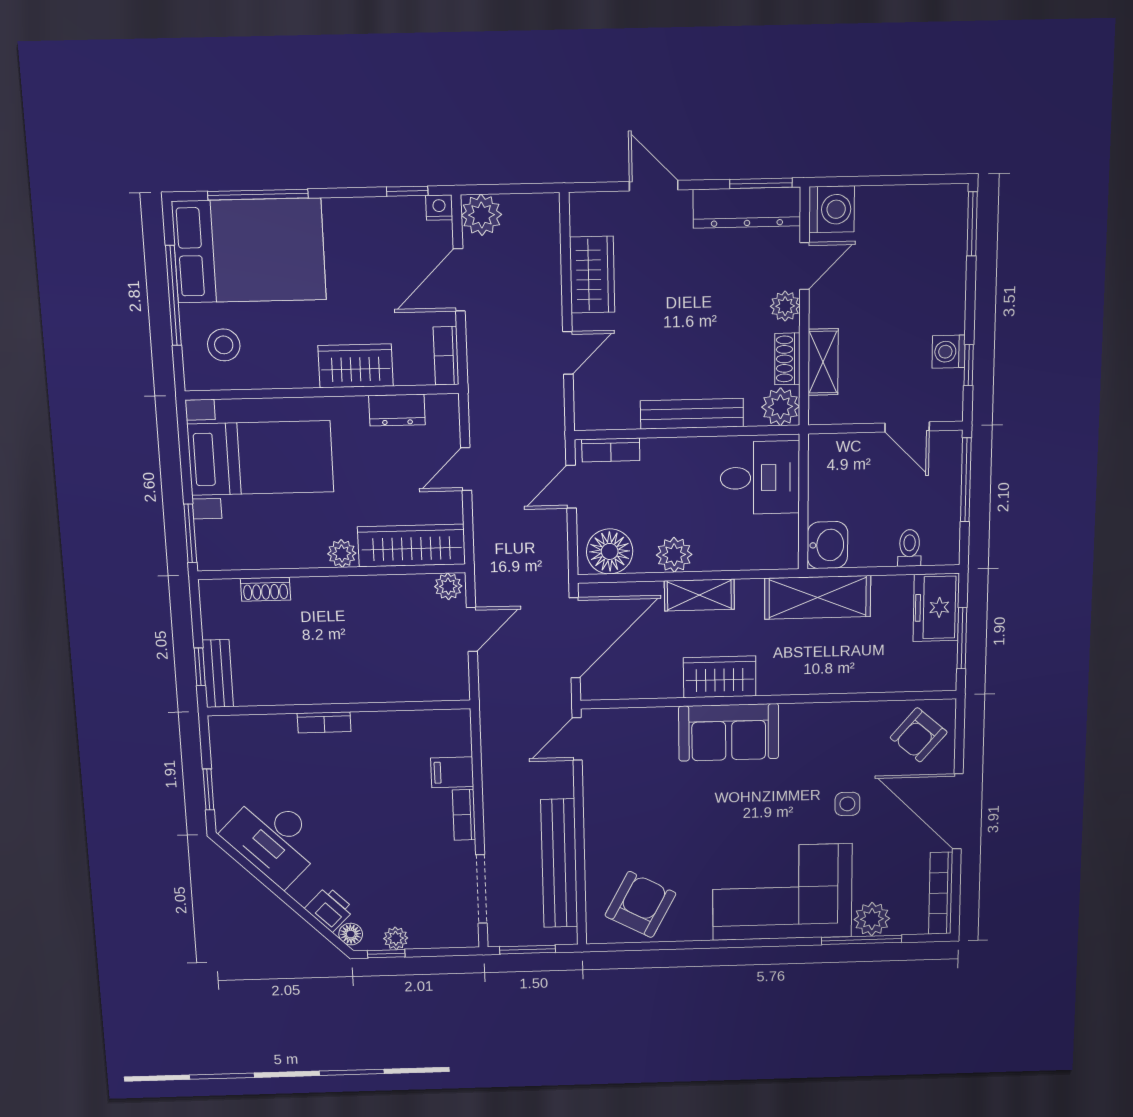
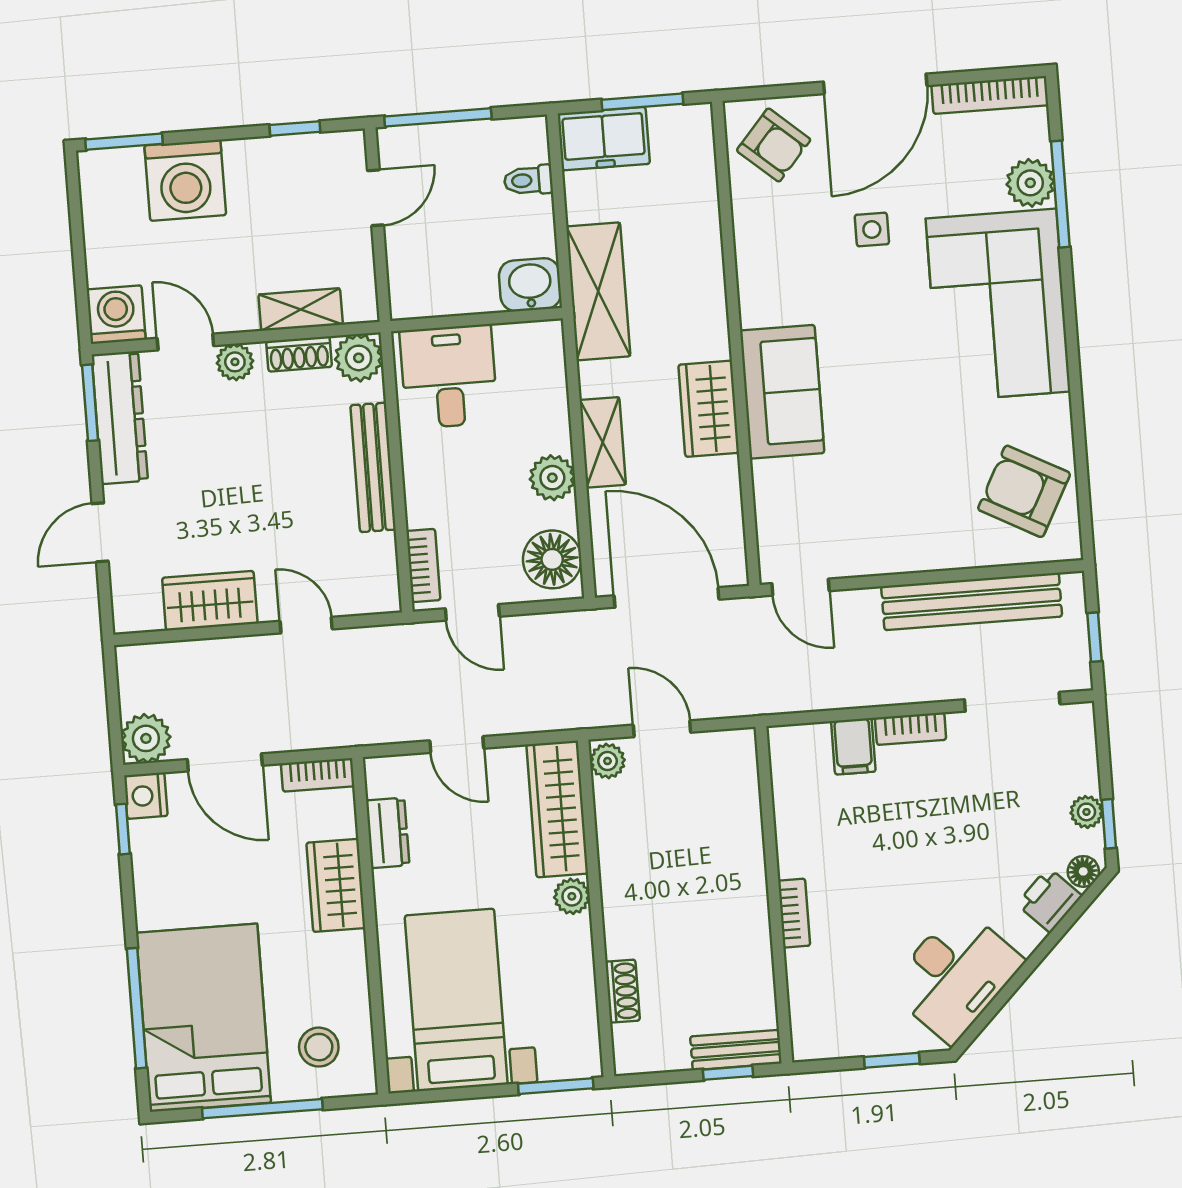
nightstand: (439, 208) -> (146, 796), width x1.39, depth x1.35
washing machine: (949, 352) -> (185, 180), moved, width x1.89, depth x1.89
window: (528, 950) -> (1095, 637), width x0.67

